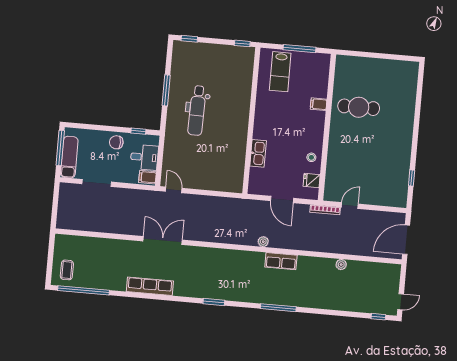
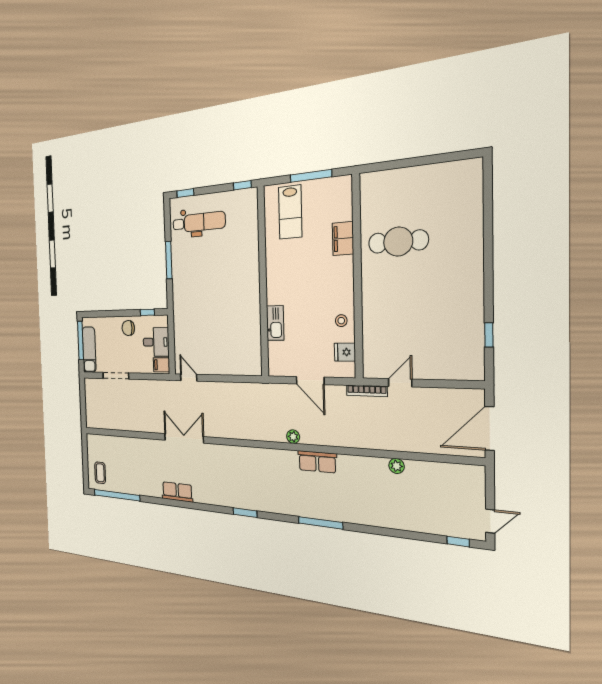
filing cabinet: (319, 104) -> (343, 238), width x2.00
dental chair: (197, 110) -> (199, 222), moved, turned -91
row of seats: (150, 286) -> (177, 492), width x0.68

